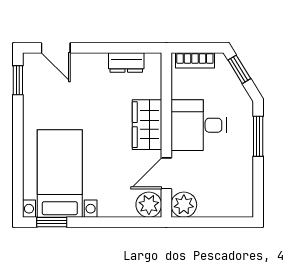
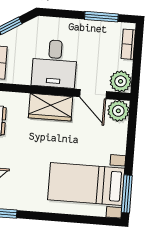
window: (258, 136) -> (101, 17), moved
bookcase: (228, 210) -> (128, 44), added
window: (52, 222) -> (127, 194), width x1.50

